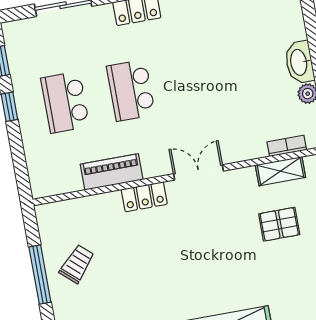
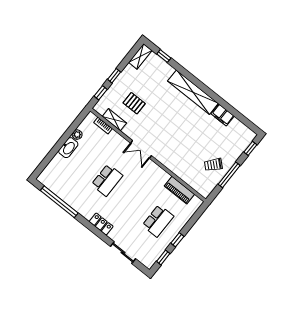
school desk: (131, 90) -> (107, 180), moved
piano: (112, 172) -> (179, 190), moved
locker: (144, 197) -> (167, 161), removed

